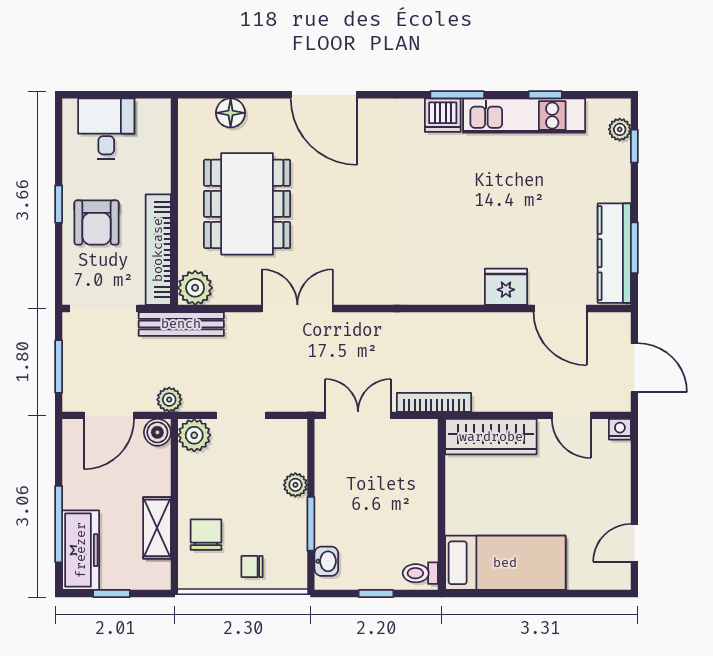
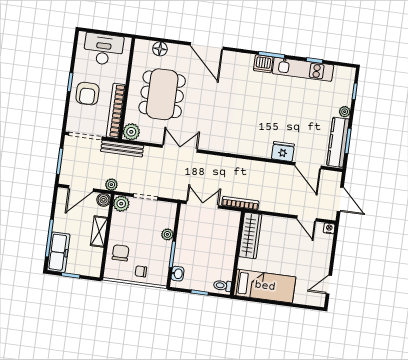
desk: (106, 129) -> (103, 49), width x1.37
plant: (620, 129) -> (345, 112), moved
wardrobe: (491, 437) -> (250, 235), moved, turned -90
shelving: (157, 528) -> (99, 232), moved

